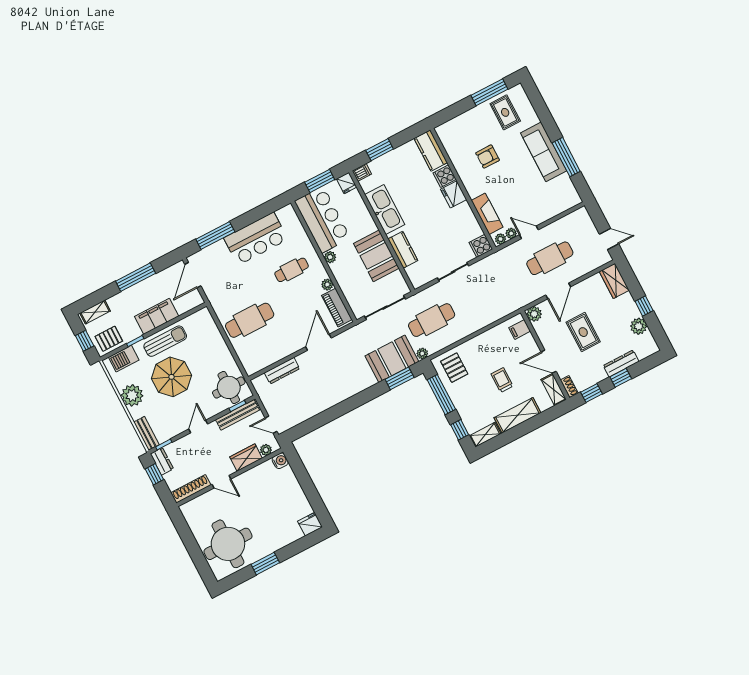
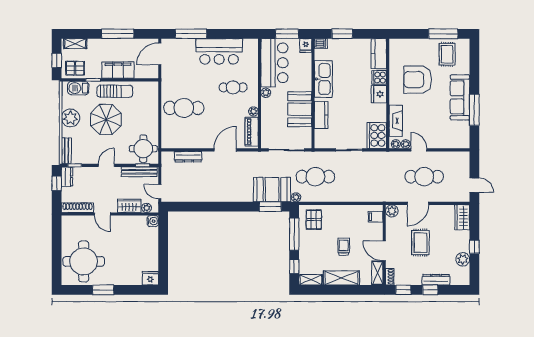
armchair: (488, 157) -> (418, 80), width x1.88, depth x1.88
cooker: (481, 246) -> (377, 135), width x1.87, depth x1.31

